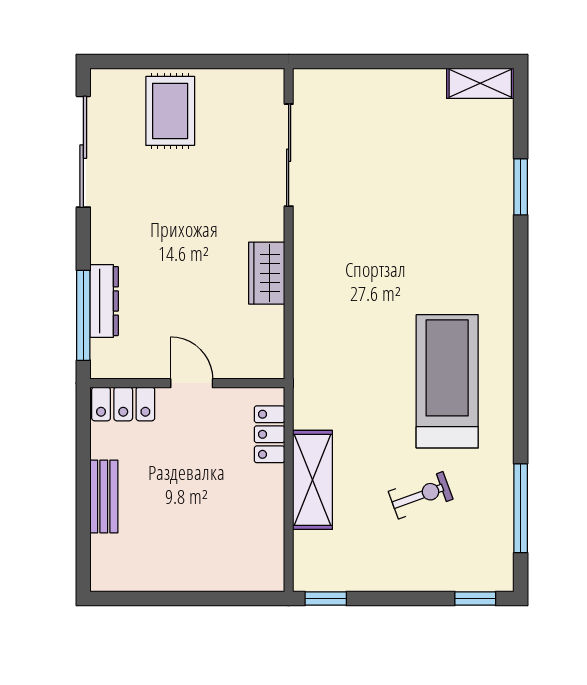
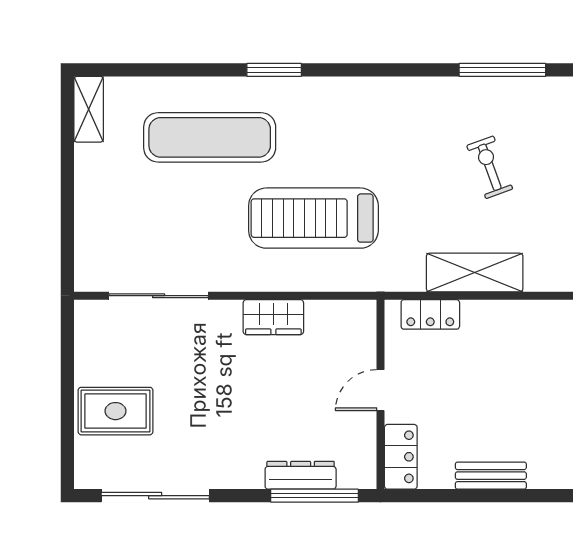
window: (521, 187) -> (274, 70), moved
exercise mat: (451, 208) -> (210, 137), added
treadmill: (447, 381) -> (313, 218), moved

